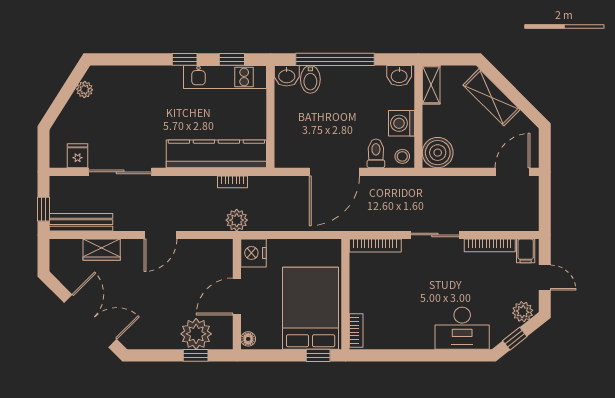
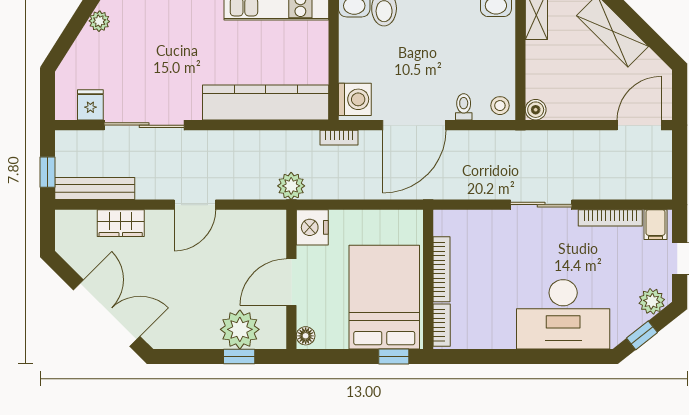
washing machine: (402, 123) -> (355, 99), moved, turned 180
toilet: (376, 153) -> (464, 107), width x0.73, depth x0.72
boiler: (438, 153) -> (536, 110), width x0.54, depth x0.54
bookcase: (232, 182) -> (339, 138), moved
bookcase: (375, 246) -> (442, 269), moved, turned -90
desk: (462, 328) -> (563, 314), width x1.36, depth x1.30

